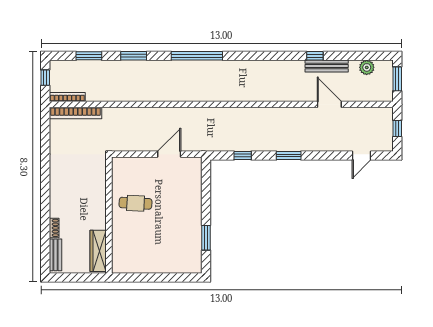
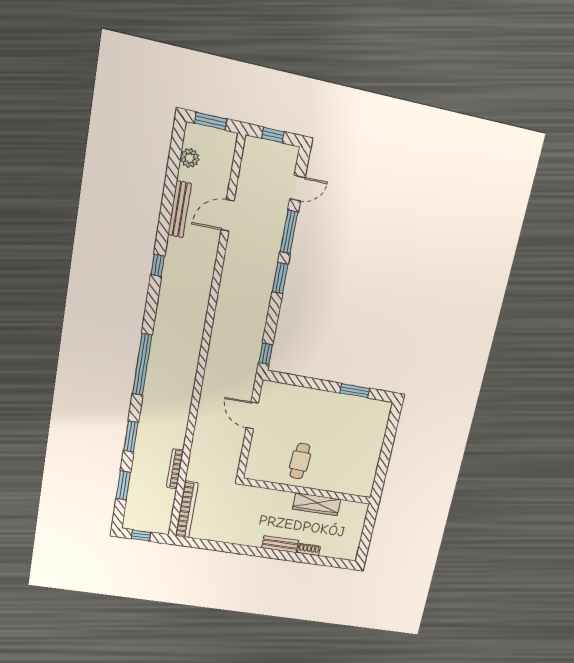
window: (315, 56) -> (158, 265), moved
bookcase: (67, 97) -> (175, 469), moved
window: (243, 156) -> (266, 354), moved
window: (326, 156) -> (289, 232), added
door: (361, 156) -> (297, 188), hinge flipped
wardrobe: (98, 251) -> (317, 504), moved
bench: (56, 255) -> (280, 544), moved

